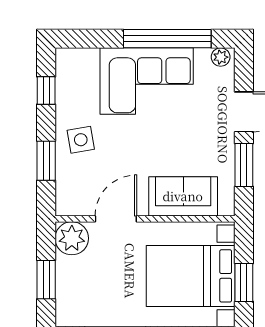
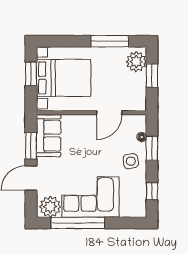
plant: (221, 57) -> (50, 207), width x1.87, depth x1.87
floor lamp: (63, 179) -> (142, 137), added
sofa: (183, 196) -> (49, 136), moved, turned -90
plant: (72, 238) -> (136, 62), moved

